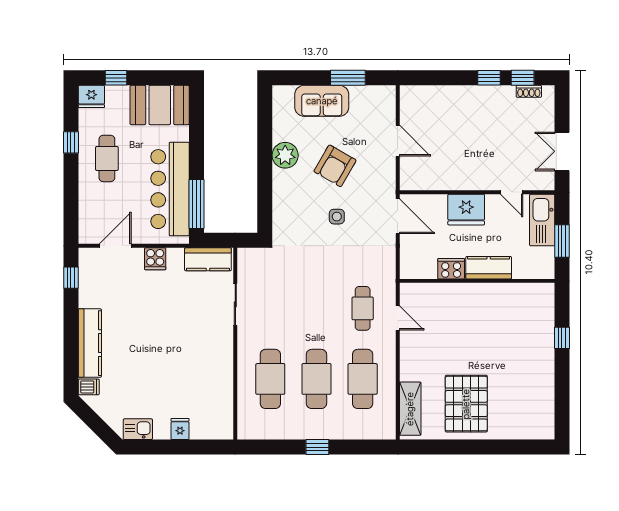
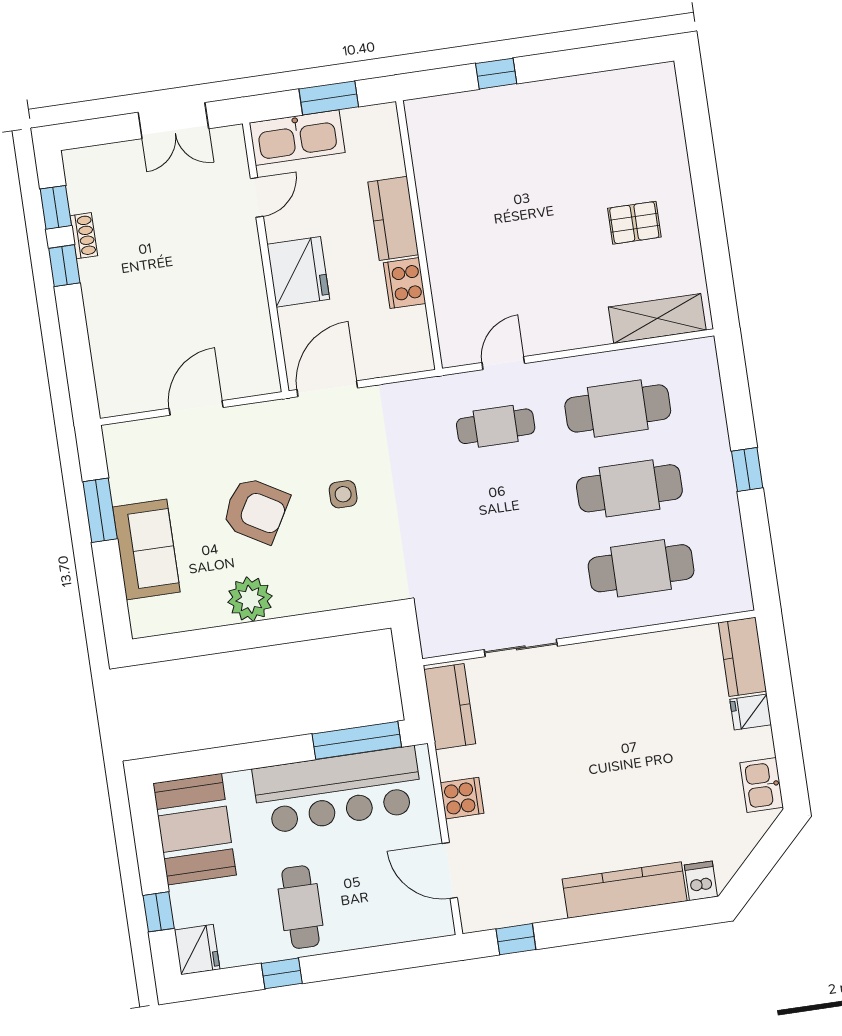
shoe rack: (529, 91) -> (84, 236), moved
cafe table: (107, 158) -> (301, 907), turned 90
pallet: (466, 404) -> (634, 223), width x0.49, depth x0.50
kitchen counter: (212, 429) -> (742, 657), added

